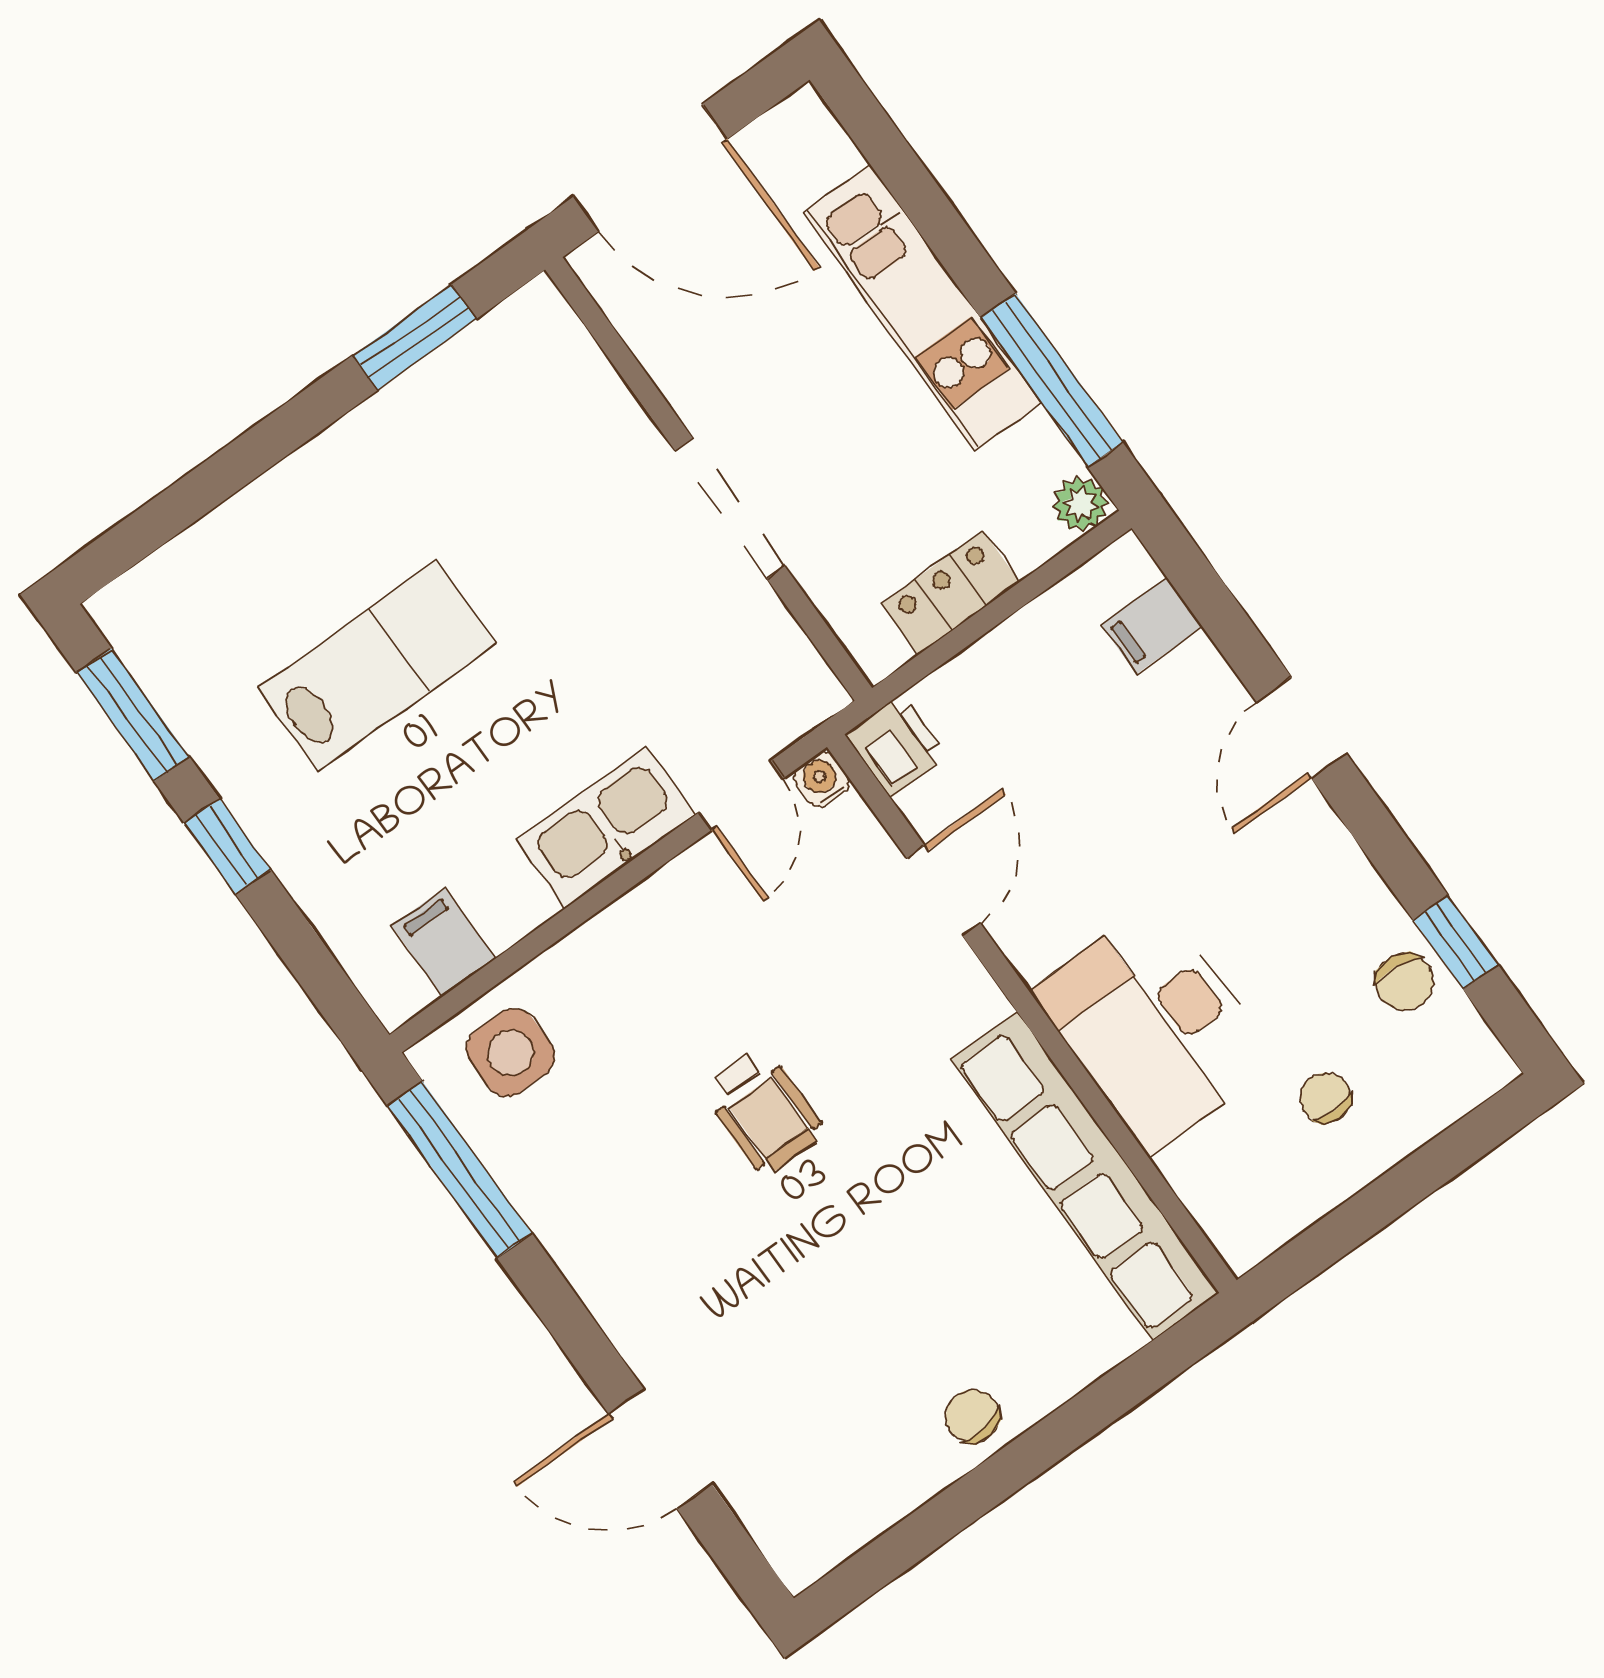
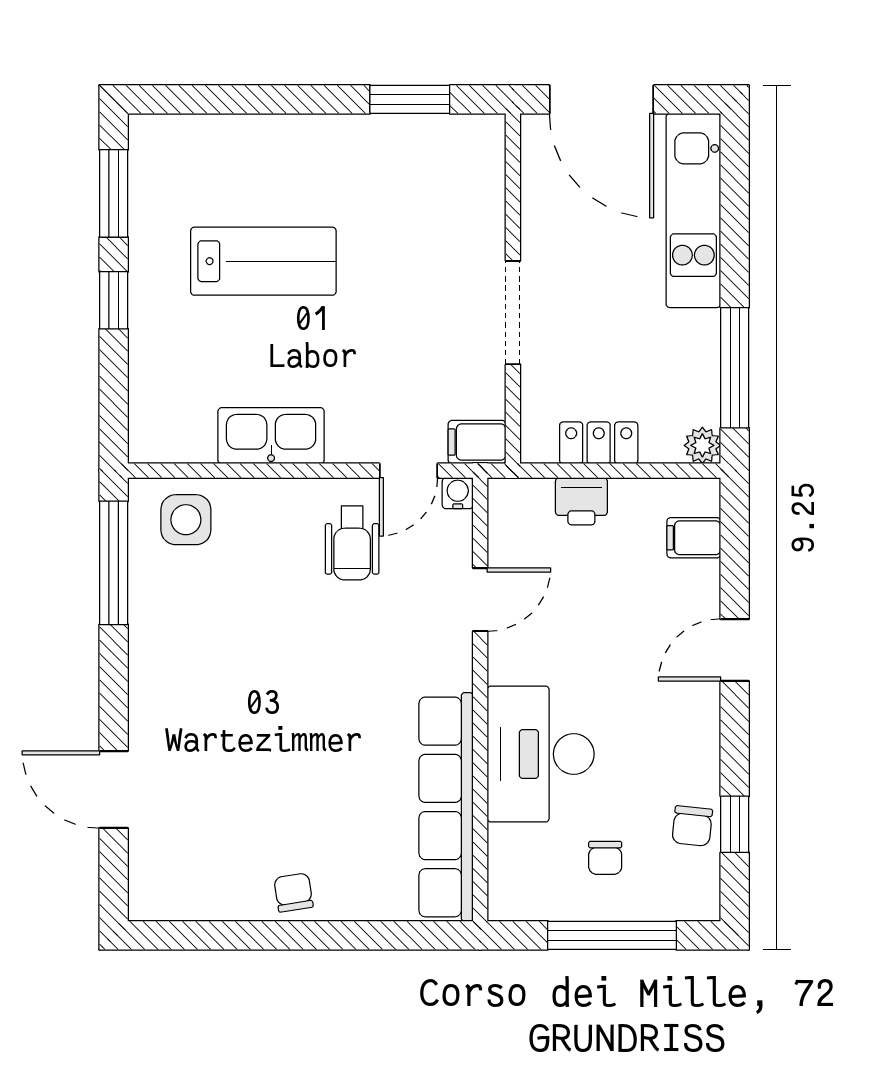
kitchen unit: (923, 308) -> (693, 211), moved
printer: (896, 745) -> (581, 501), moved, turned 90
kitchen sink: (606, 827) -> (271, 436), moved
filing cabinet: (444, 942) -> (477, 442), moved, turned -90
chair: (1326, 1098) -> (605, 858), turned 180
wheelchair: (763, 1111) -> (352, 543), moved
window: (1403, 1187) -> (612, 935), added

